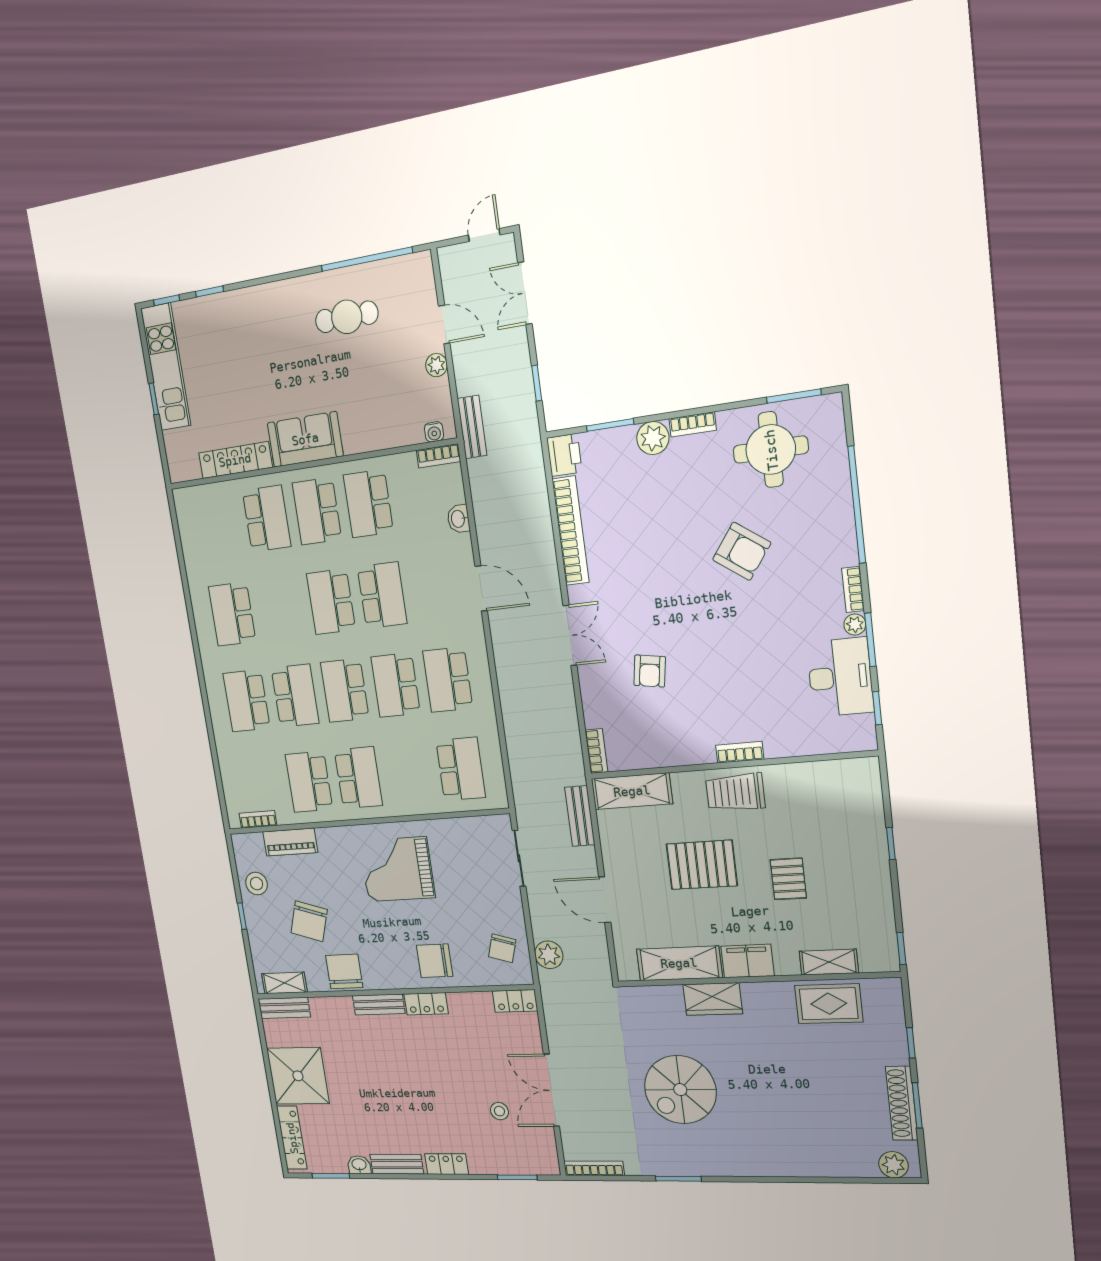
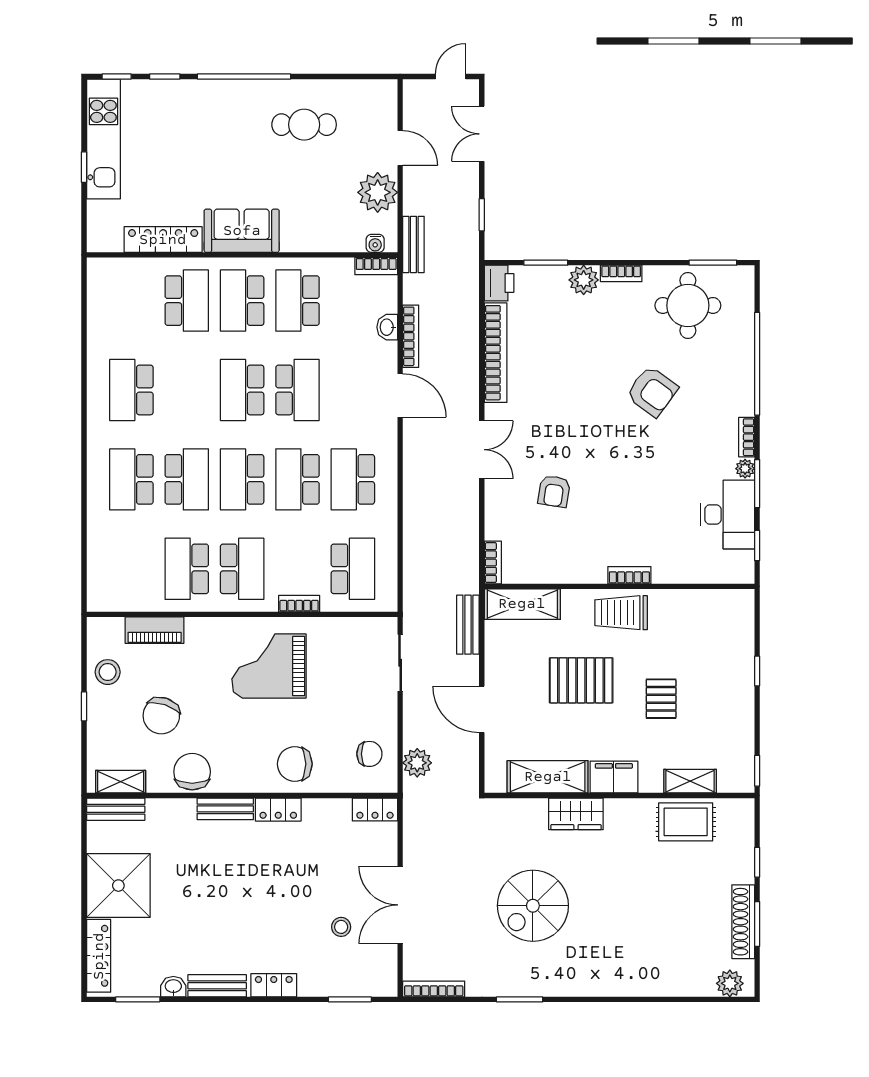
window: (367, 259) -> (244, 76), moved
plant: (436, 365) -> (378, 192), width x1.88, depth x1.88
bookcase: (483, 525) -> (411, 336), added
bookcase: (258, 819) -> (299, 604), moved
chair: (502, 948) -> (369, 754), turned -107

